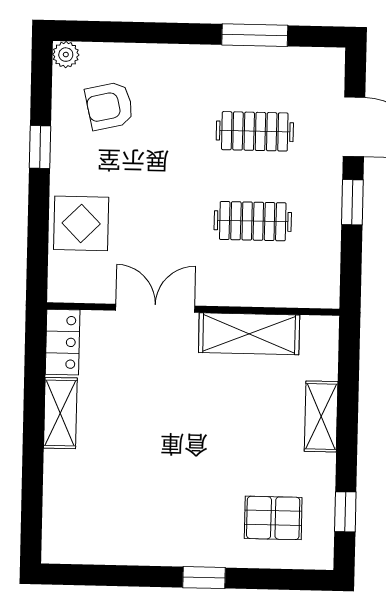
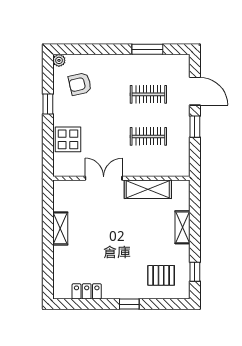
locker: (63, 342) -> (87, 291), moved, turned -90

